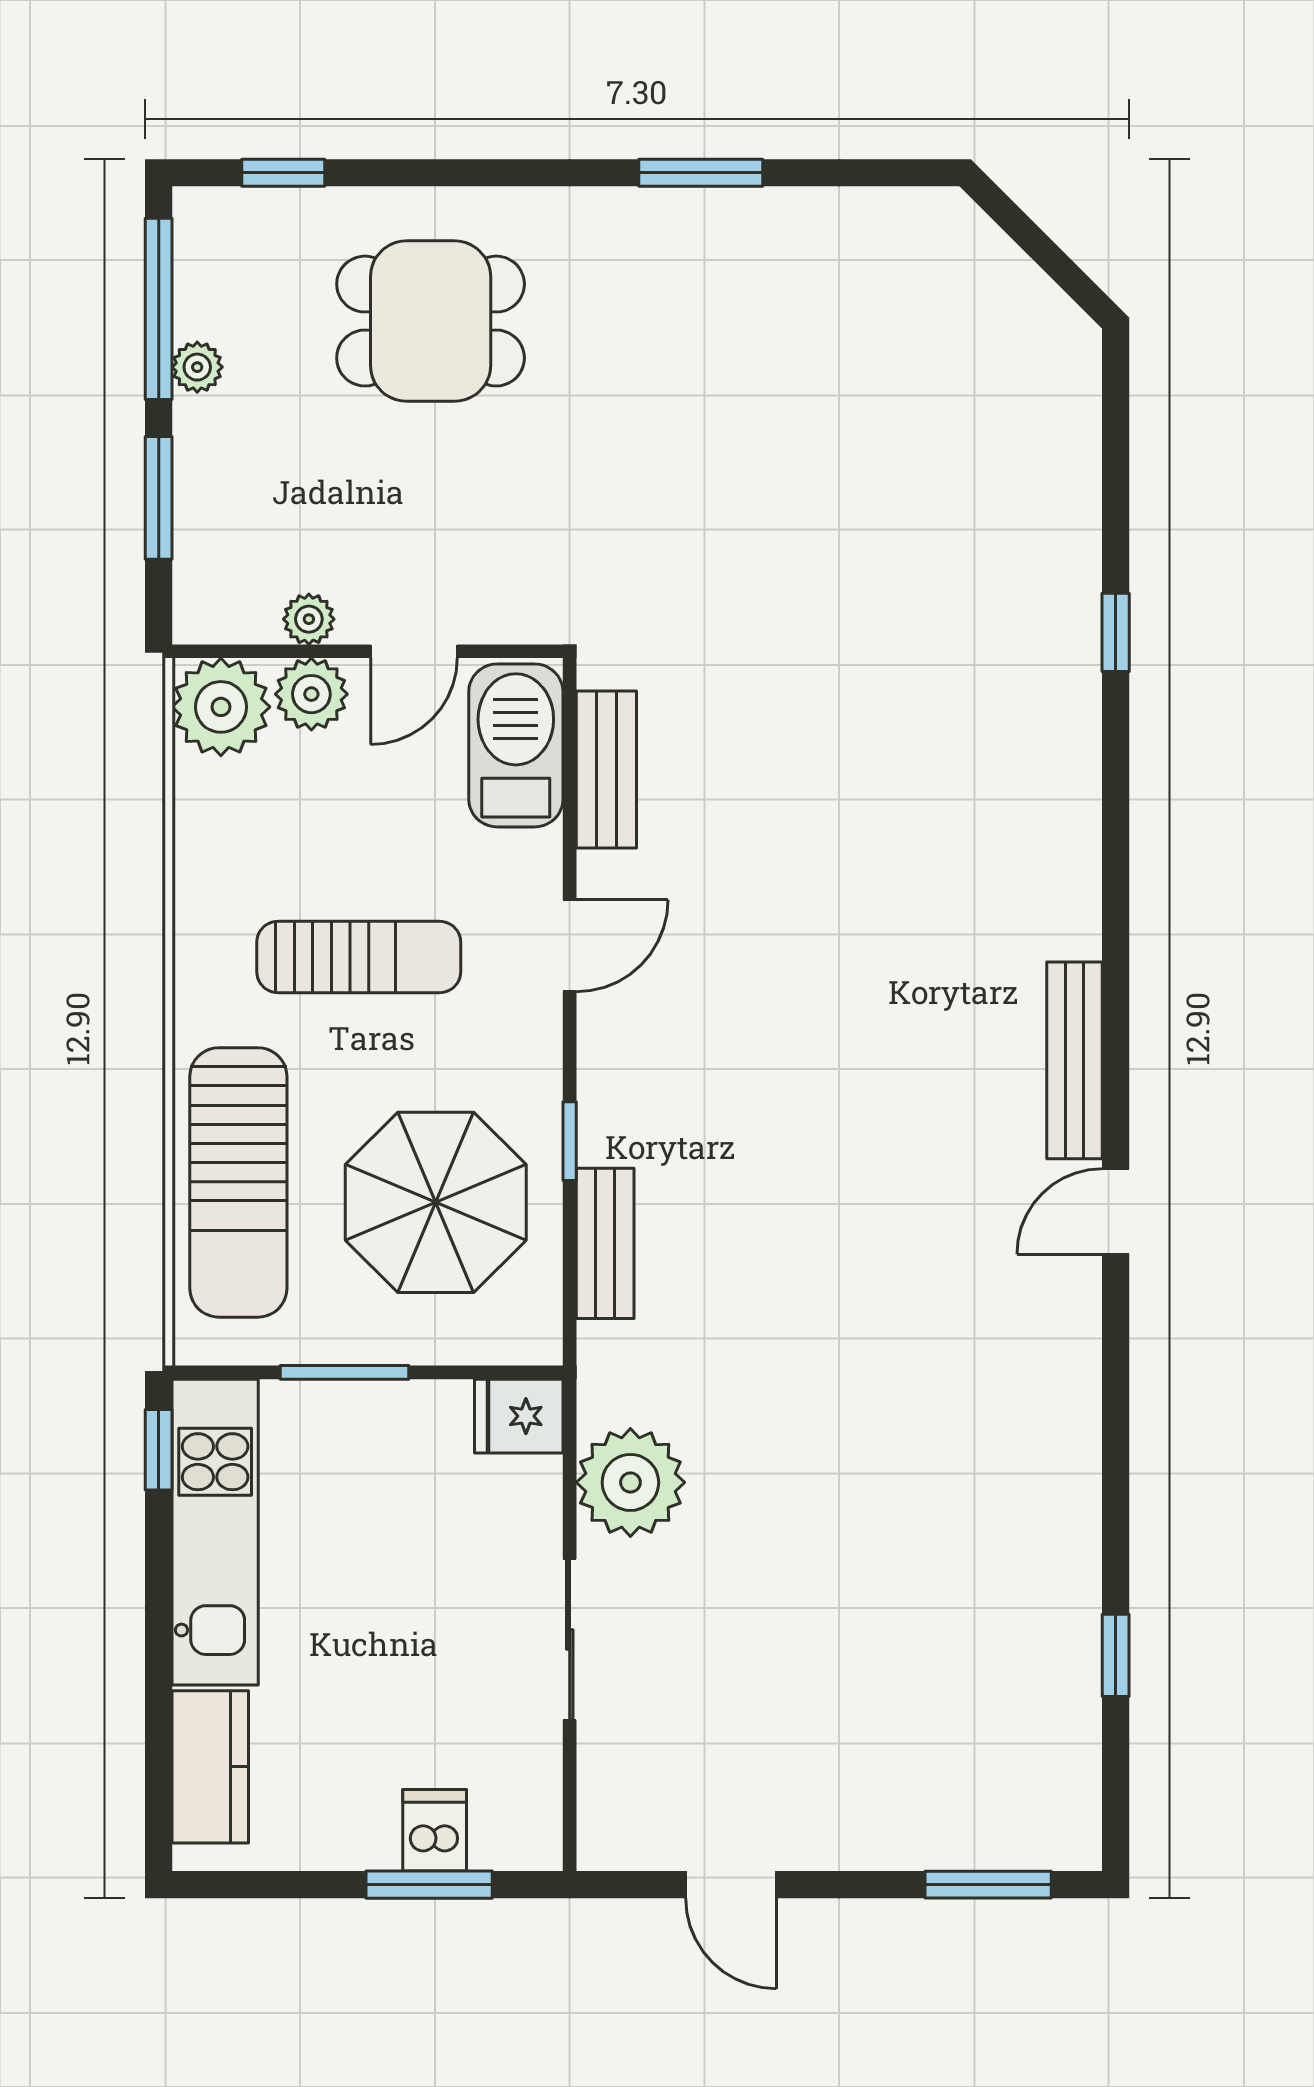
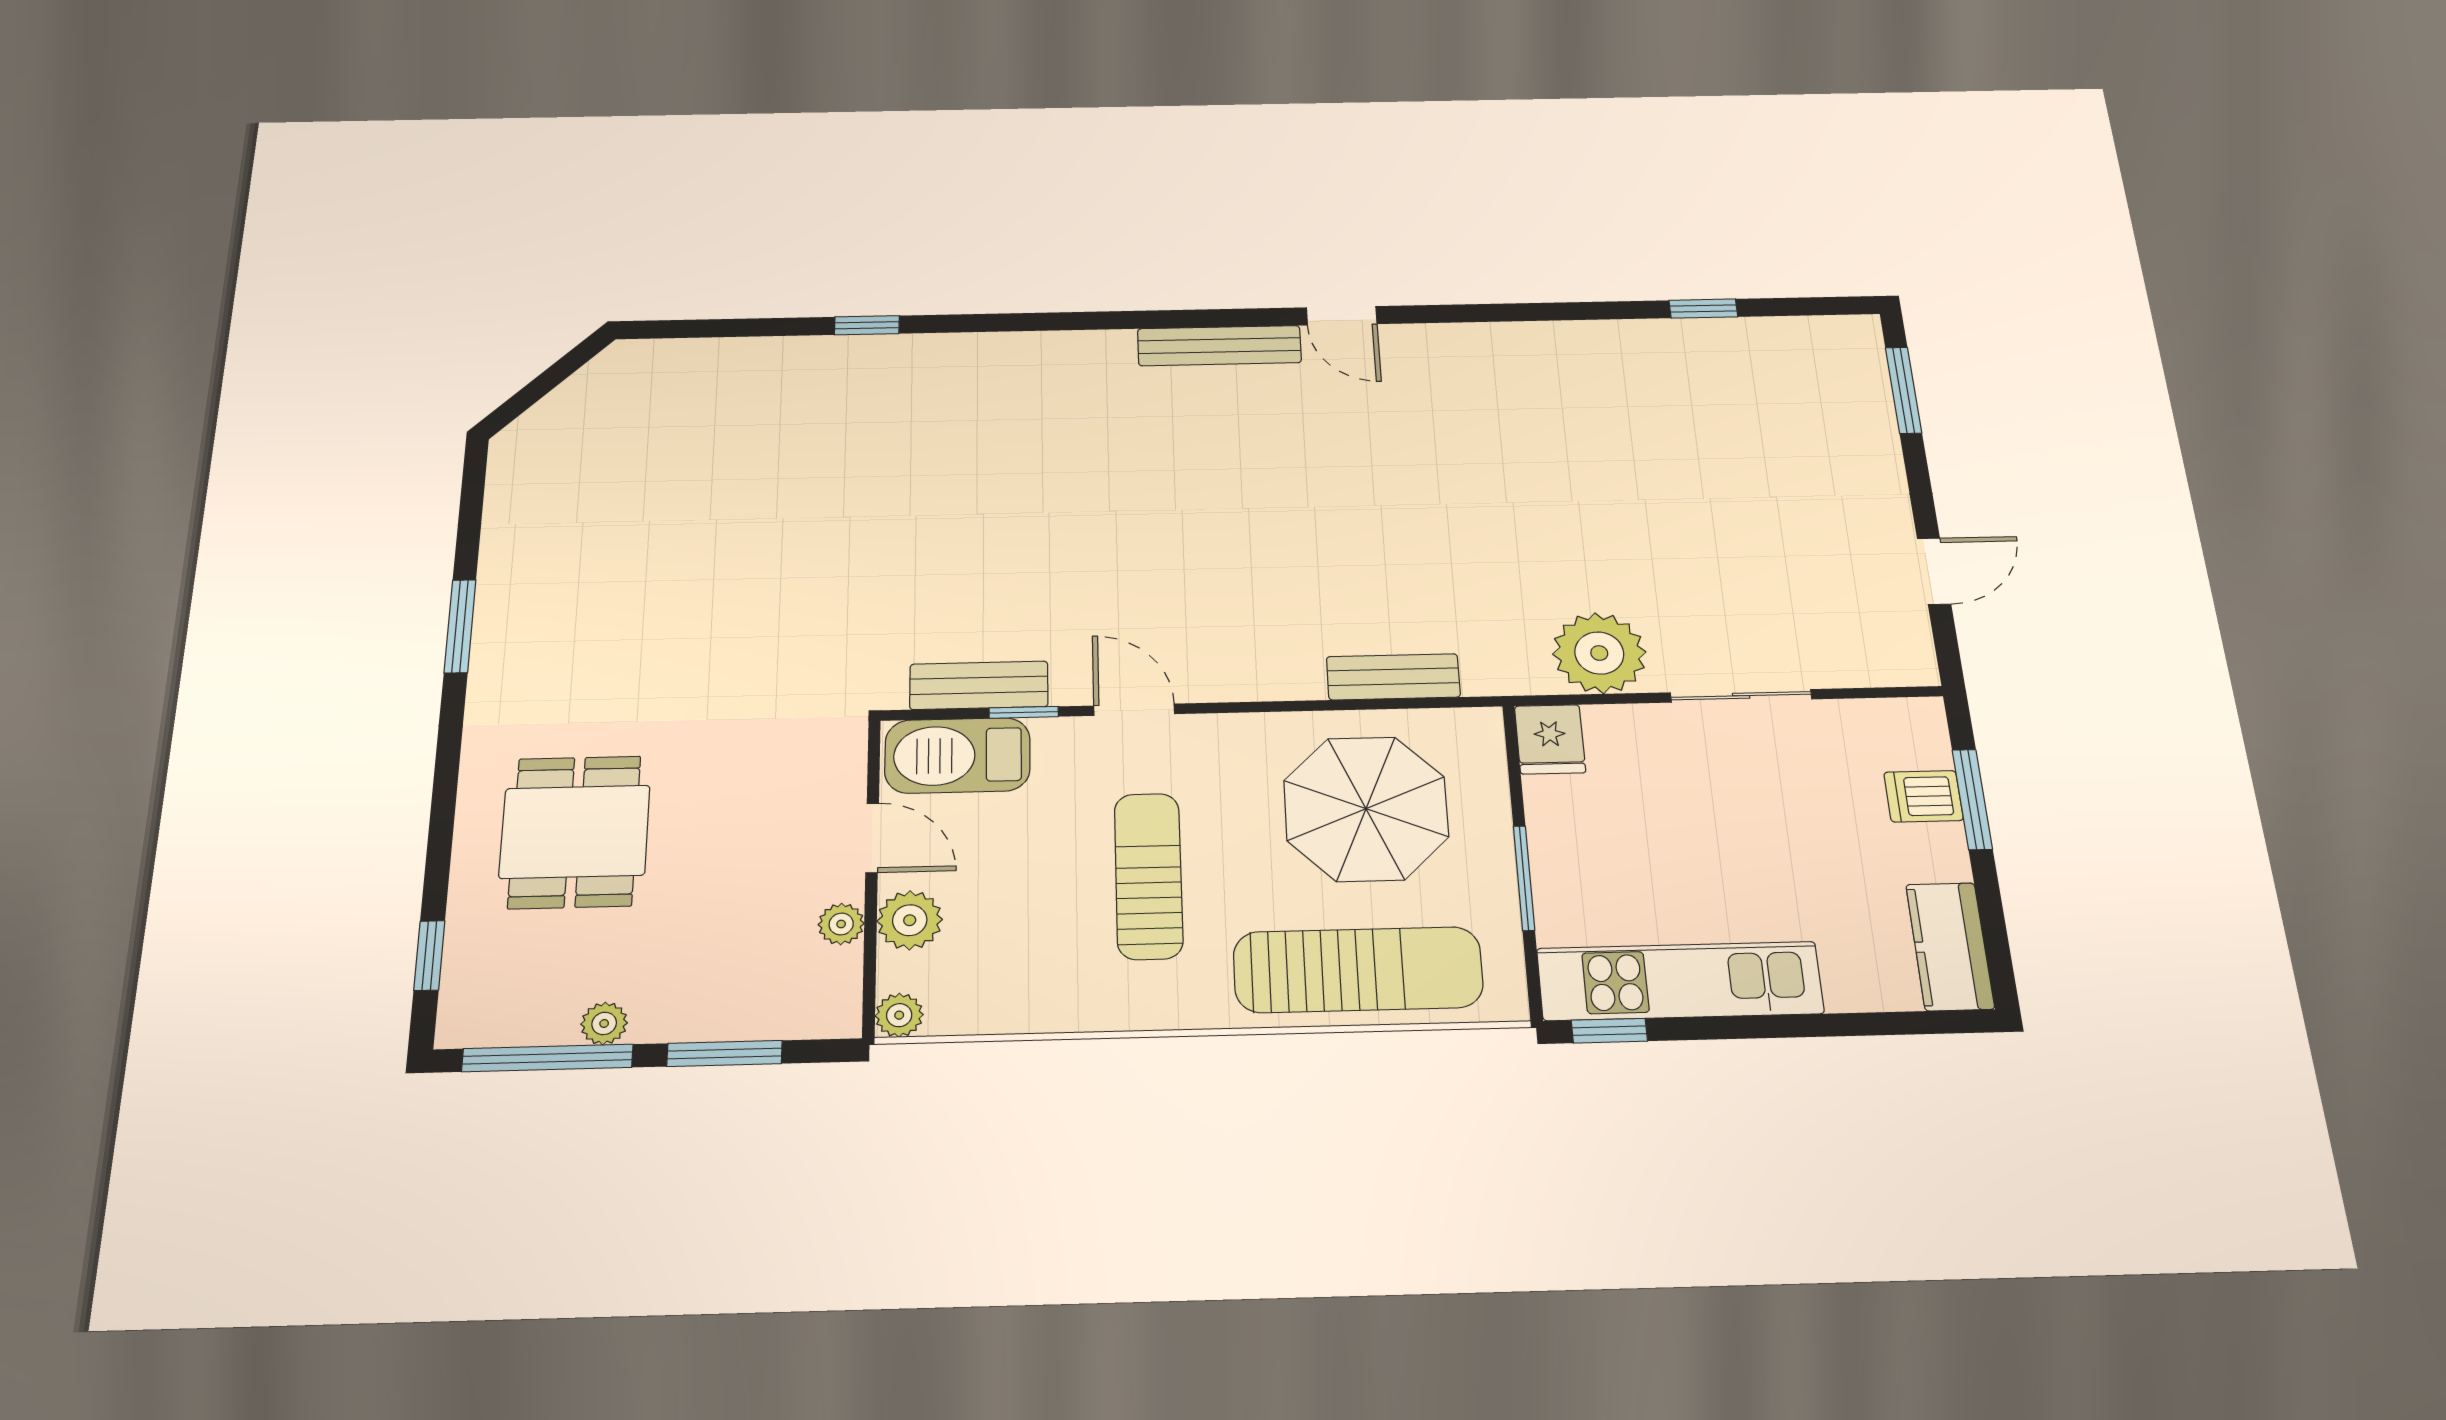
plant: (221, 707) -> (899, 1015), width x0.53, depth x0.53
window: (570, 1141) -> (1024, 712), moved
kitchen counter: (210, 1767) -> (1950, 946), moved, turned -90

